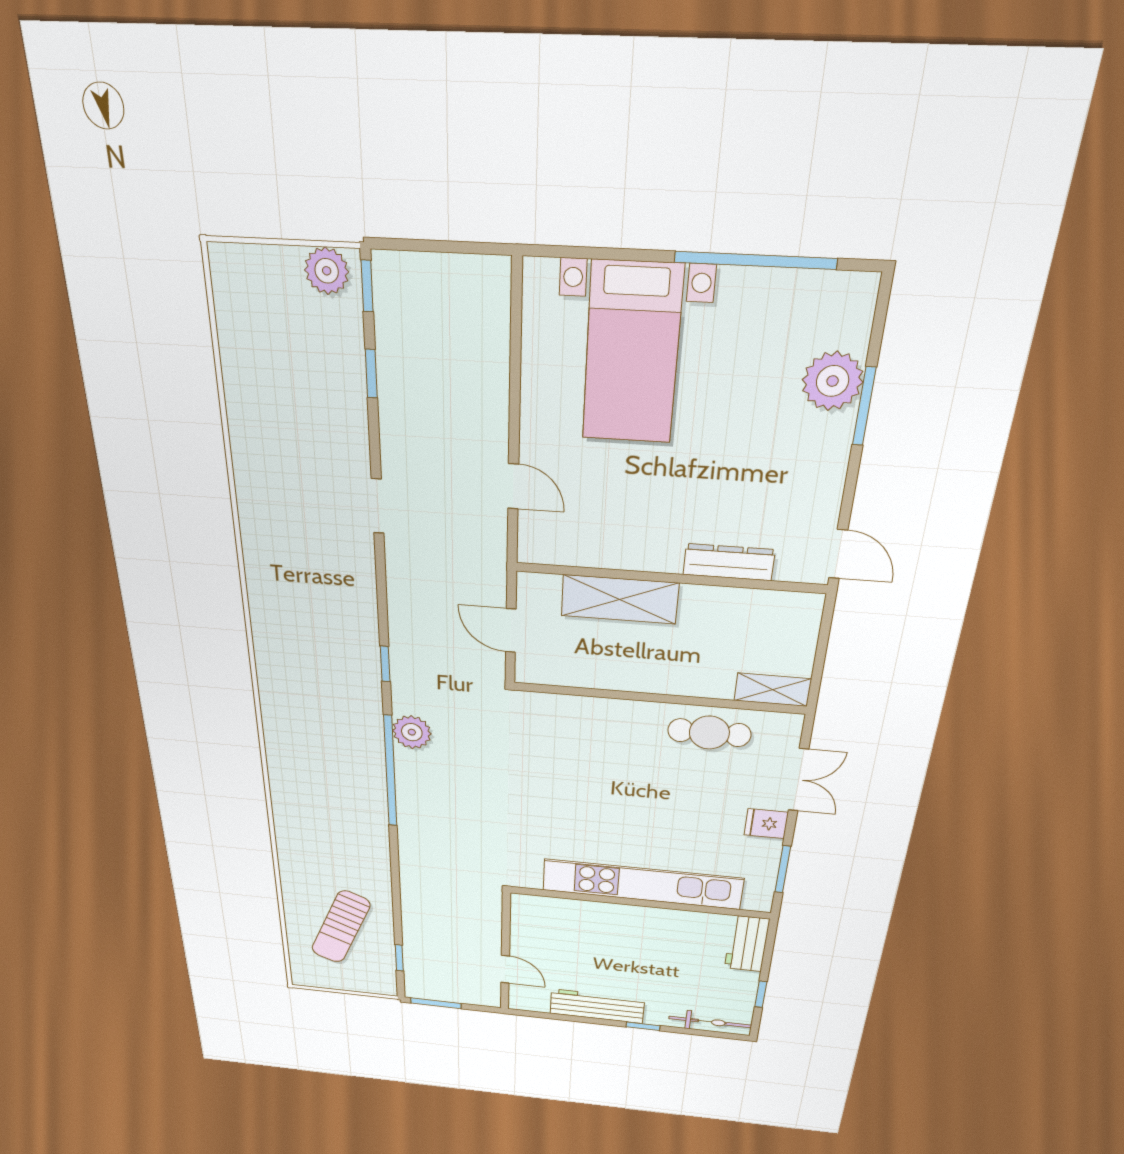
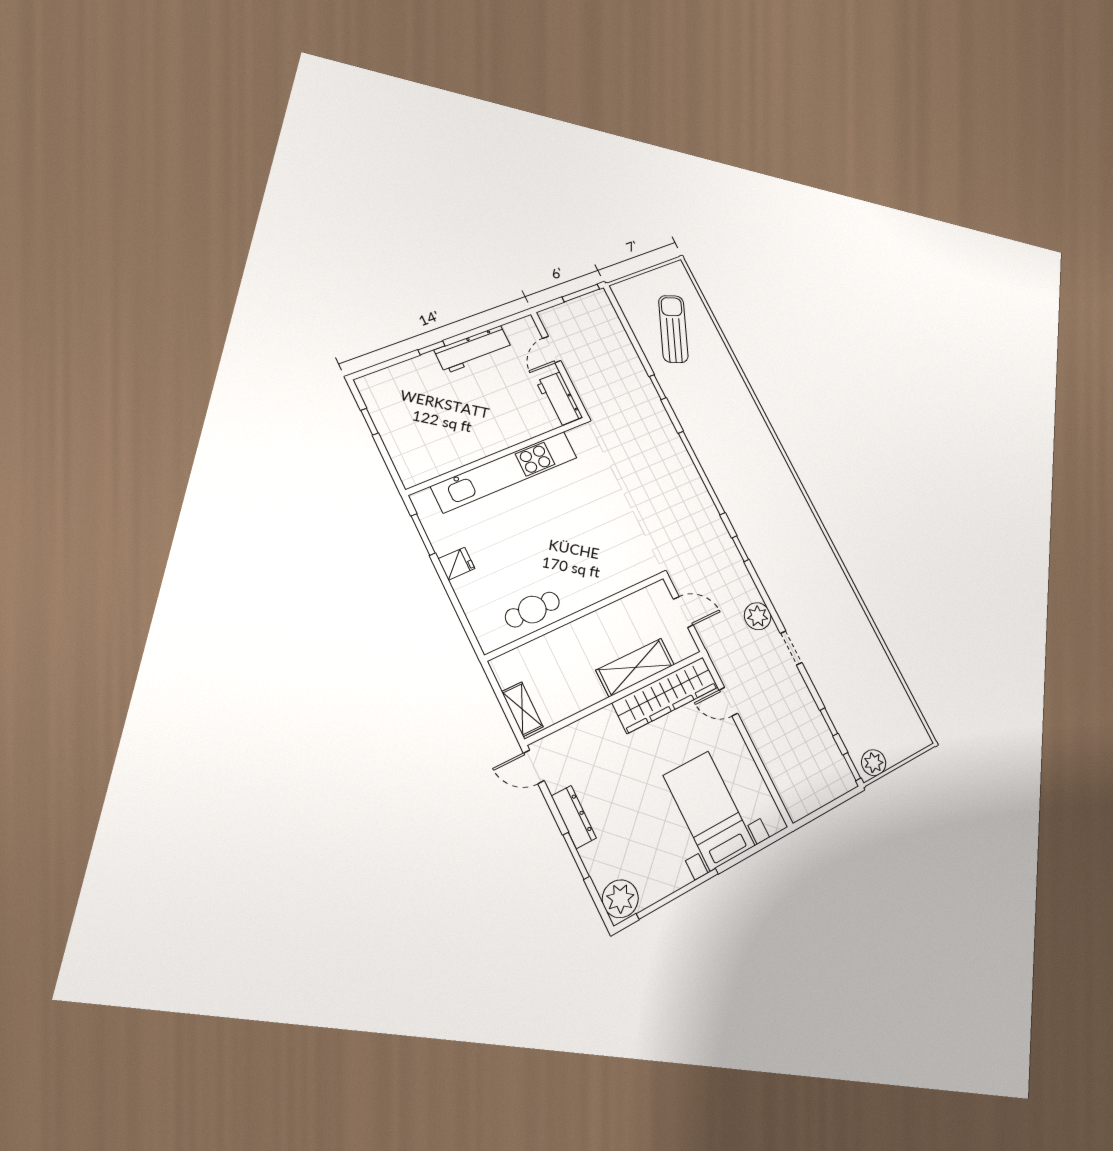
plant: (833, 381) -> (620, 899), moved
wardrobe: (599, 544) -> (665, 695), added
dresser: (729, 562) -> (574, 817), moved, turned -90
shelving: (773, 690) -> (522, 709), moved, turned 90
plant: (412, 732) -> (758, 616), moved
double door: (798, 780) -> (458, 607), removed
workbench: (747, 944) -> (559, 399), moved, turned 180
window: (399, 958) -> (658, 387), moved
door: (505, 969) -> (552, 349), hinge flipped
bicycle: (710, 1022) -> (388, 377), removed

